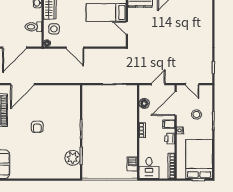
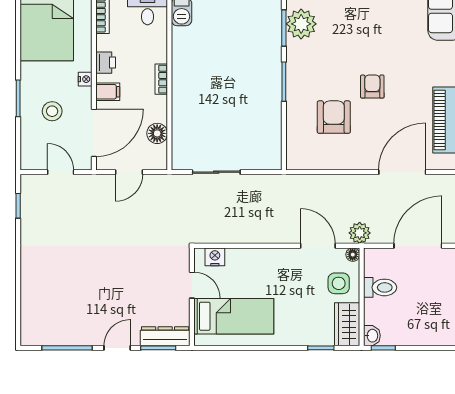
nightstand: (116, 42) -> (215, 257), added
door: (75, 48) -> (318, 246), moved
plant: (44, 54) -> (360, 233), added
armchair: (56, 112) -> (334, 117), added

